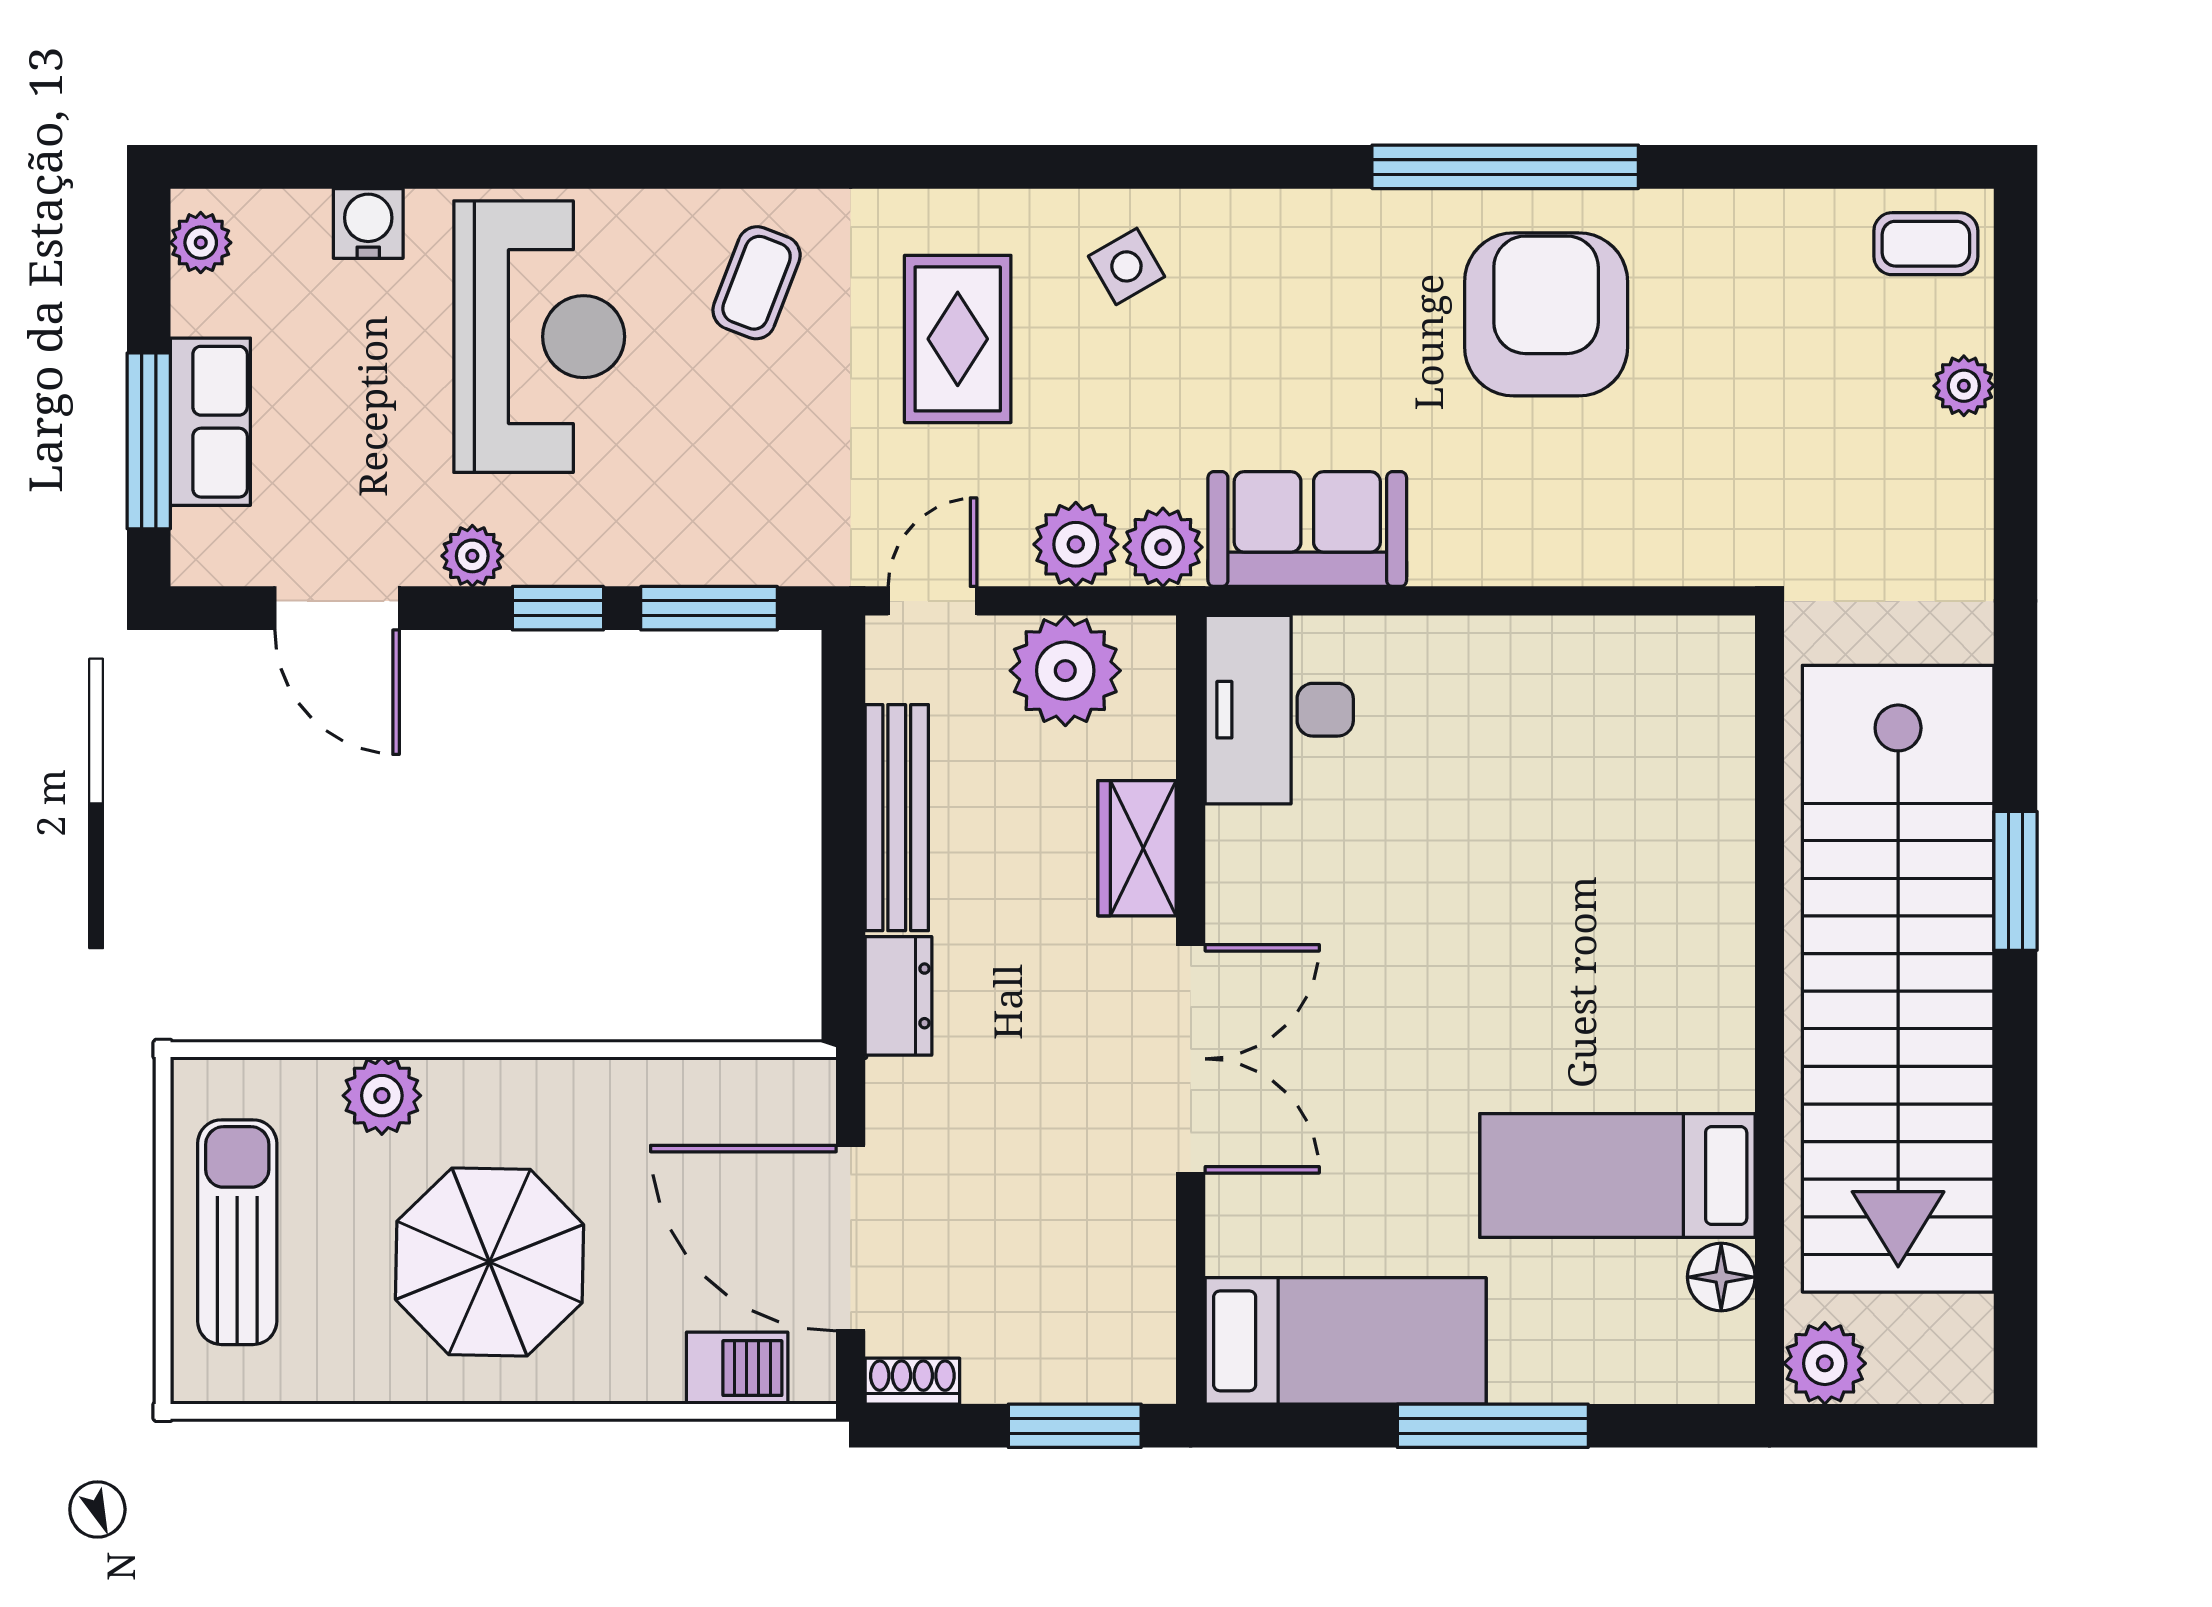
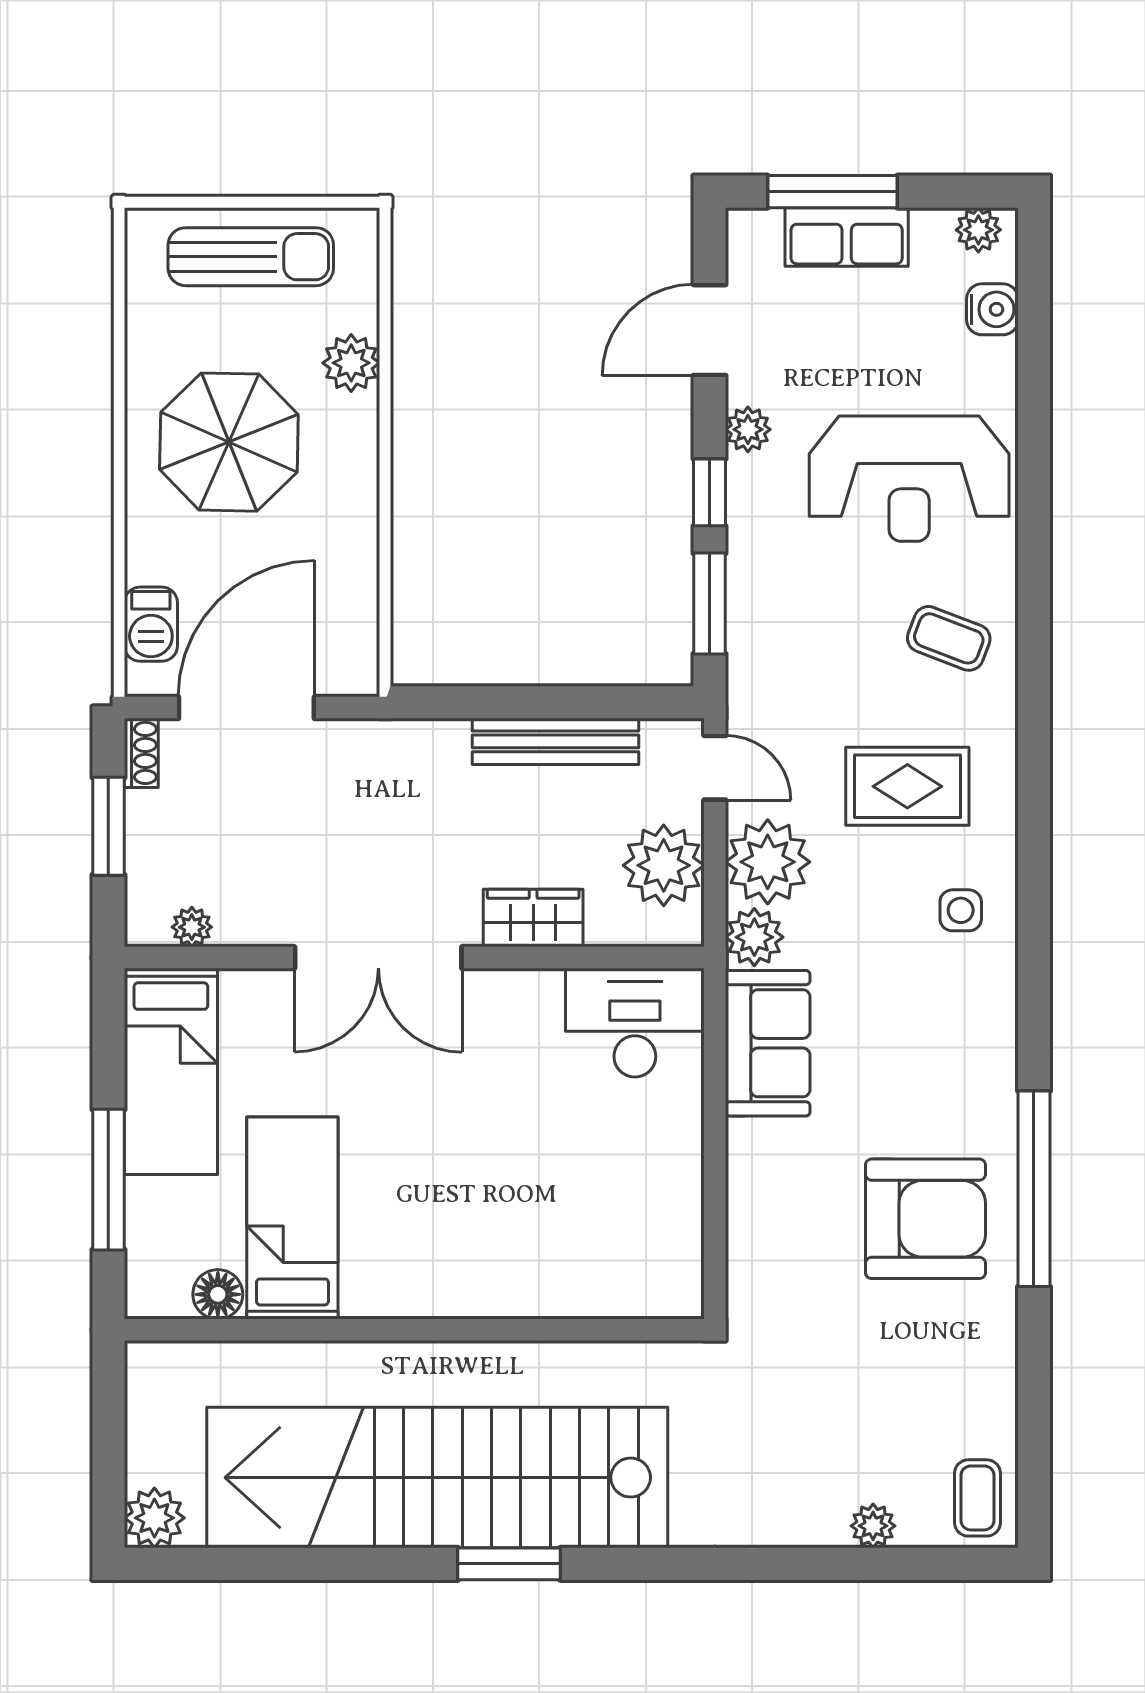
water cooler: (368, 223) -> (992, 309), moved
side table: (1126, 266) -> (961, 910), turned 30
plant: (1076, 544) -> (768, 862), width x1.36, depth x1.36
dresser: (898, 996) -> (425, 743), removed
wall: (1770, 1010) -> (414, 1330), moved
bed: (1617, 1175) -> (292, 1218), moved
floor lamp: (1721, 1277) -> (218, 1294), moved
plant: (1149, 1312) -> (192, 927), added
plant: (1825, 1363) -> (154, 1518), moved
window: (1075, 1426) -> (108, 826), moved

